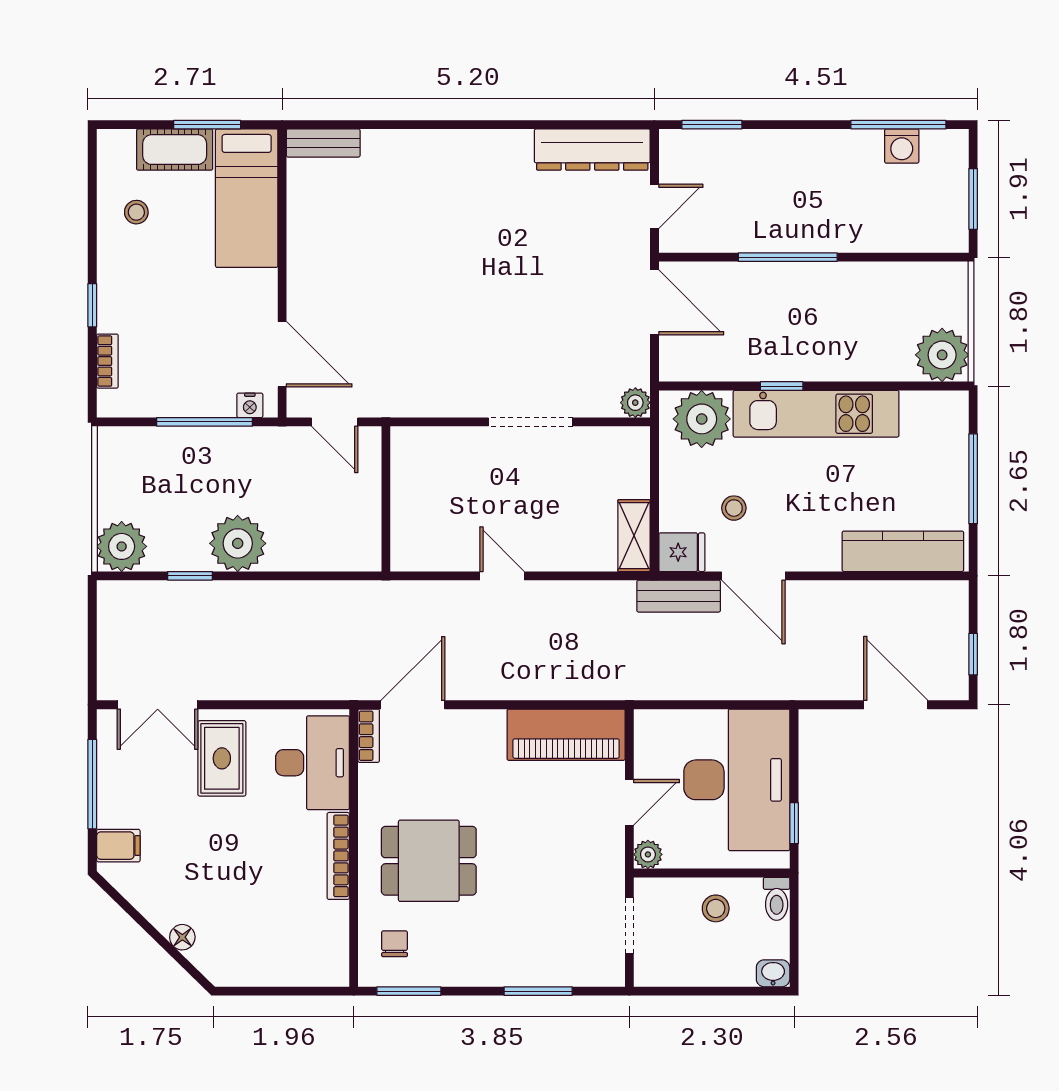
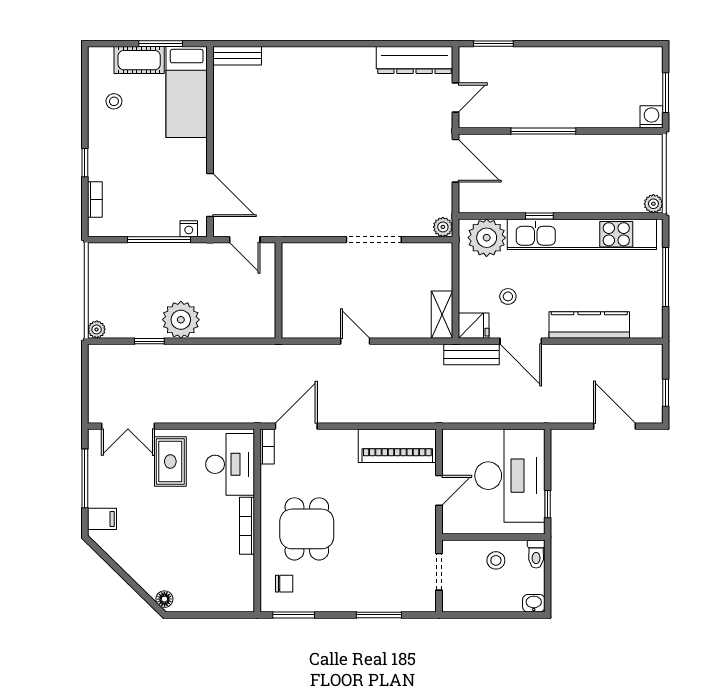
window: (898, 125) -> (616, 44), removed
washing machine: (902, 146) -> (652, 117), moved, turned 180
plant: (942, 355) -> (653, 204), width x0.53, depth x0.53
kitchen unit: (816, 414) -> (582, 234), width x1.36
plant: (122, 546) -> (97, 329), width x0.53, depth x0.53
kitchen counter: (903, 551) -> (589, 325), moved
plant: (648, 854) -> (451, 525), removed
dining table: (429, 861) -> (307, 529), turned 90
floor lamp: (182, 937) -> (164, 599), moved
chair: (395, 944) -> (284, 584), turned 90

